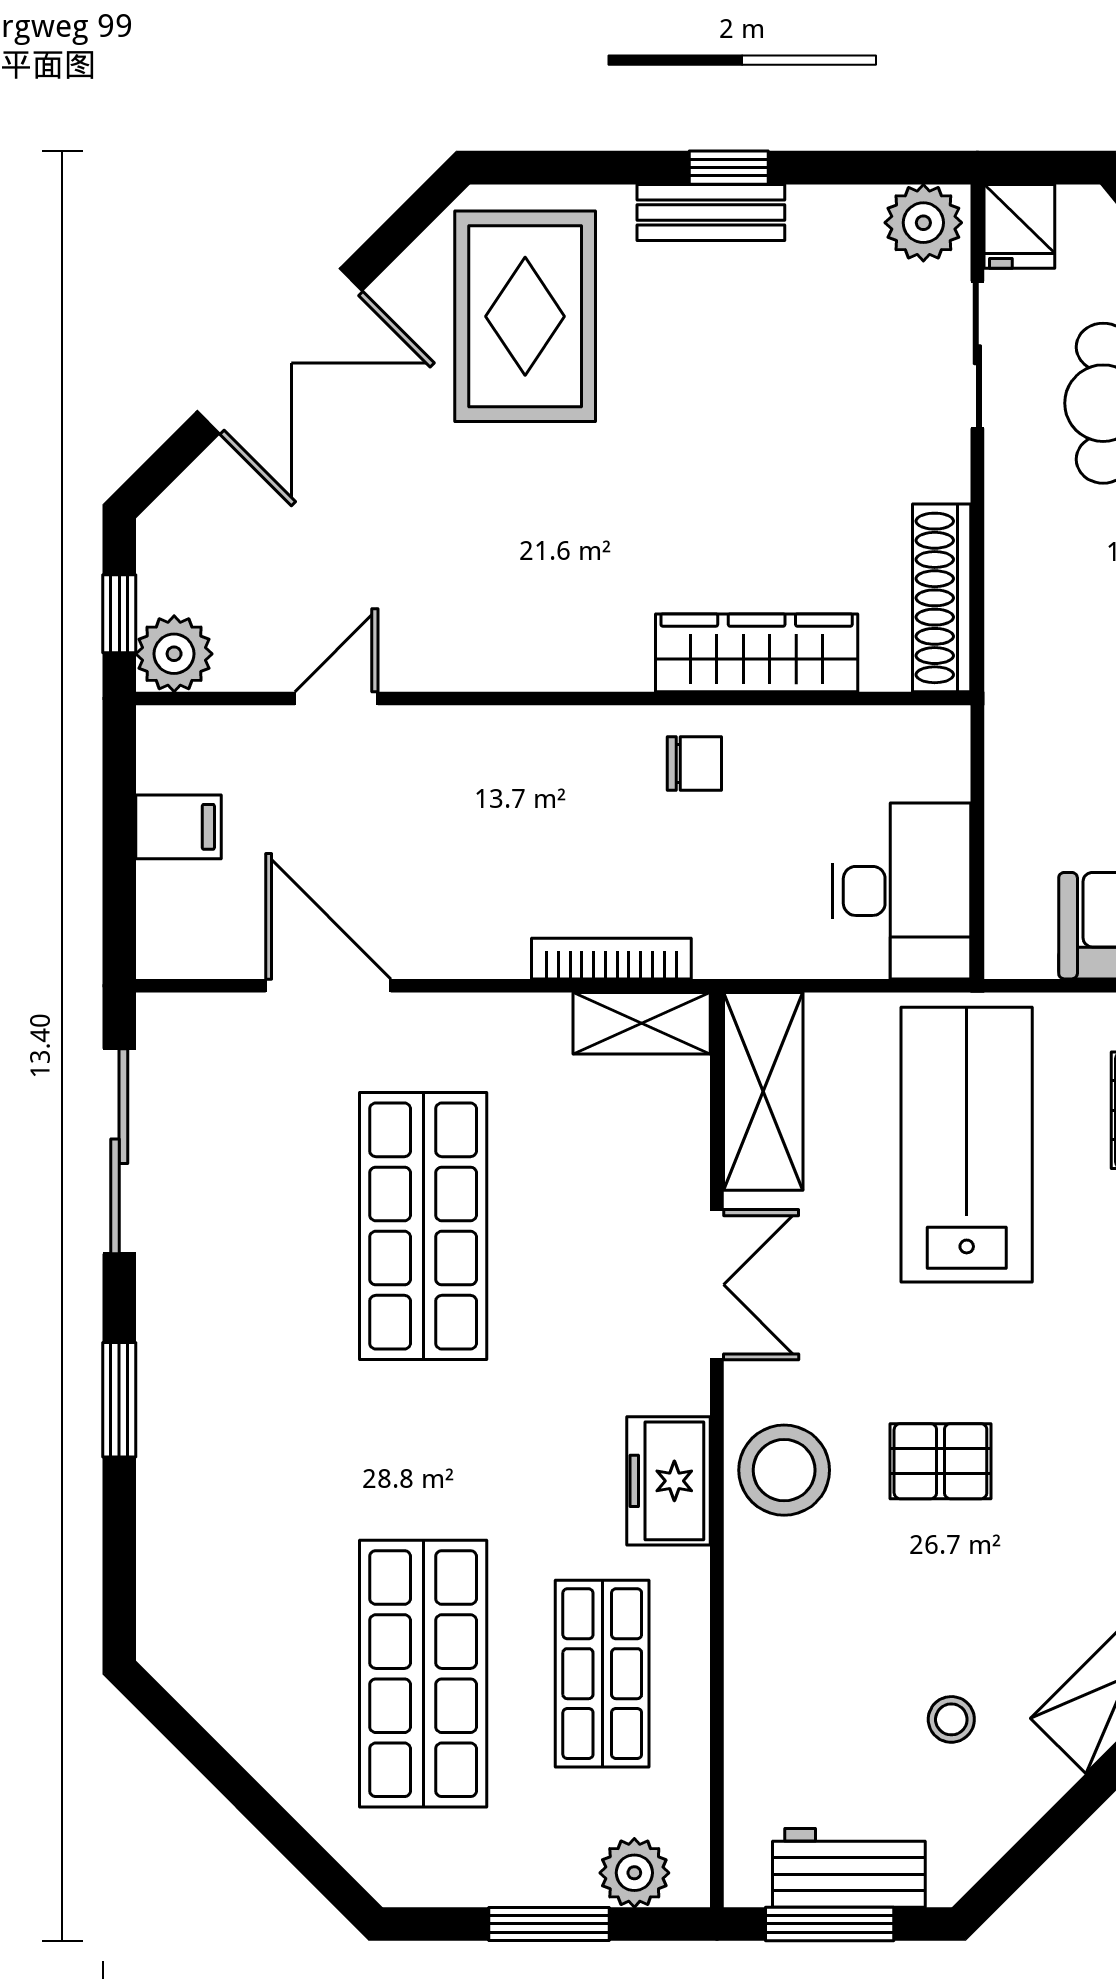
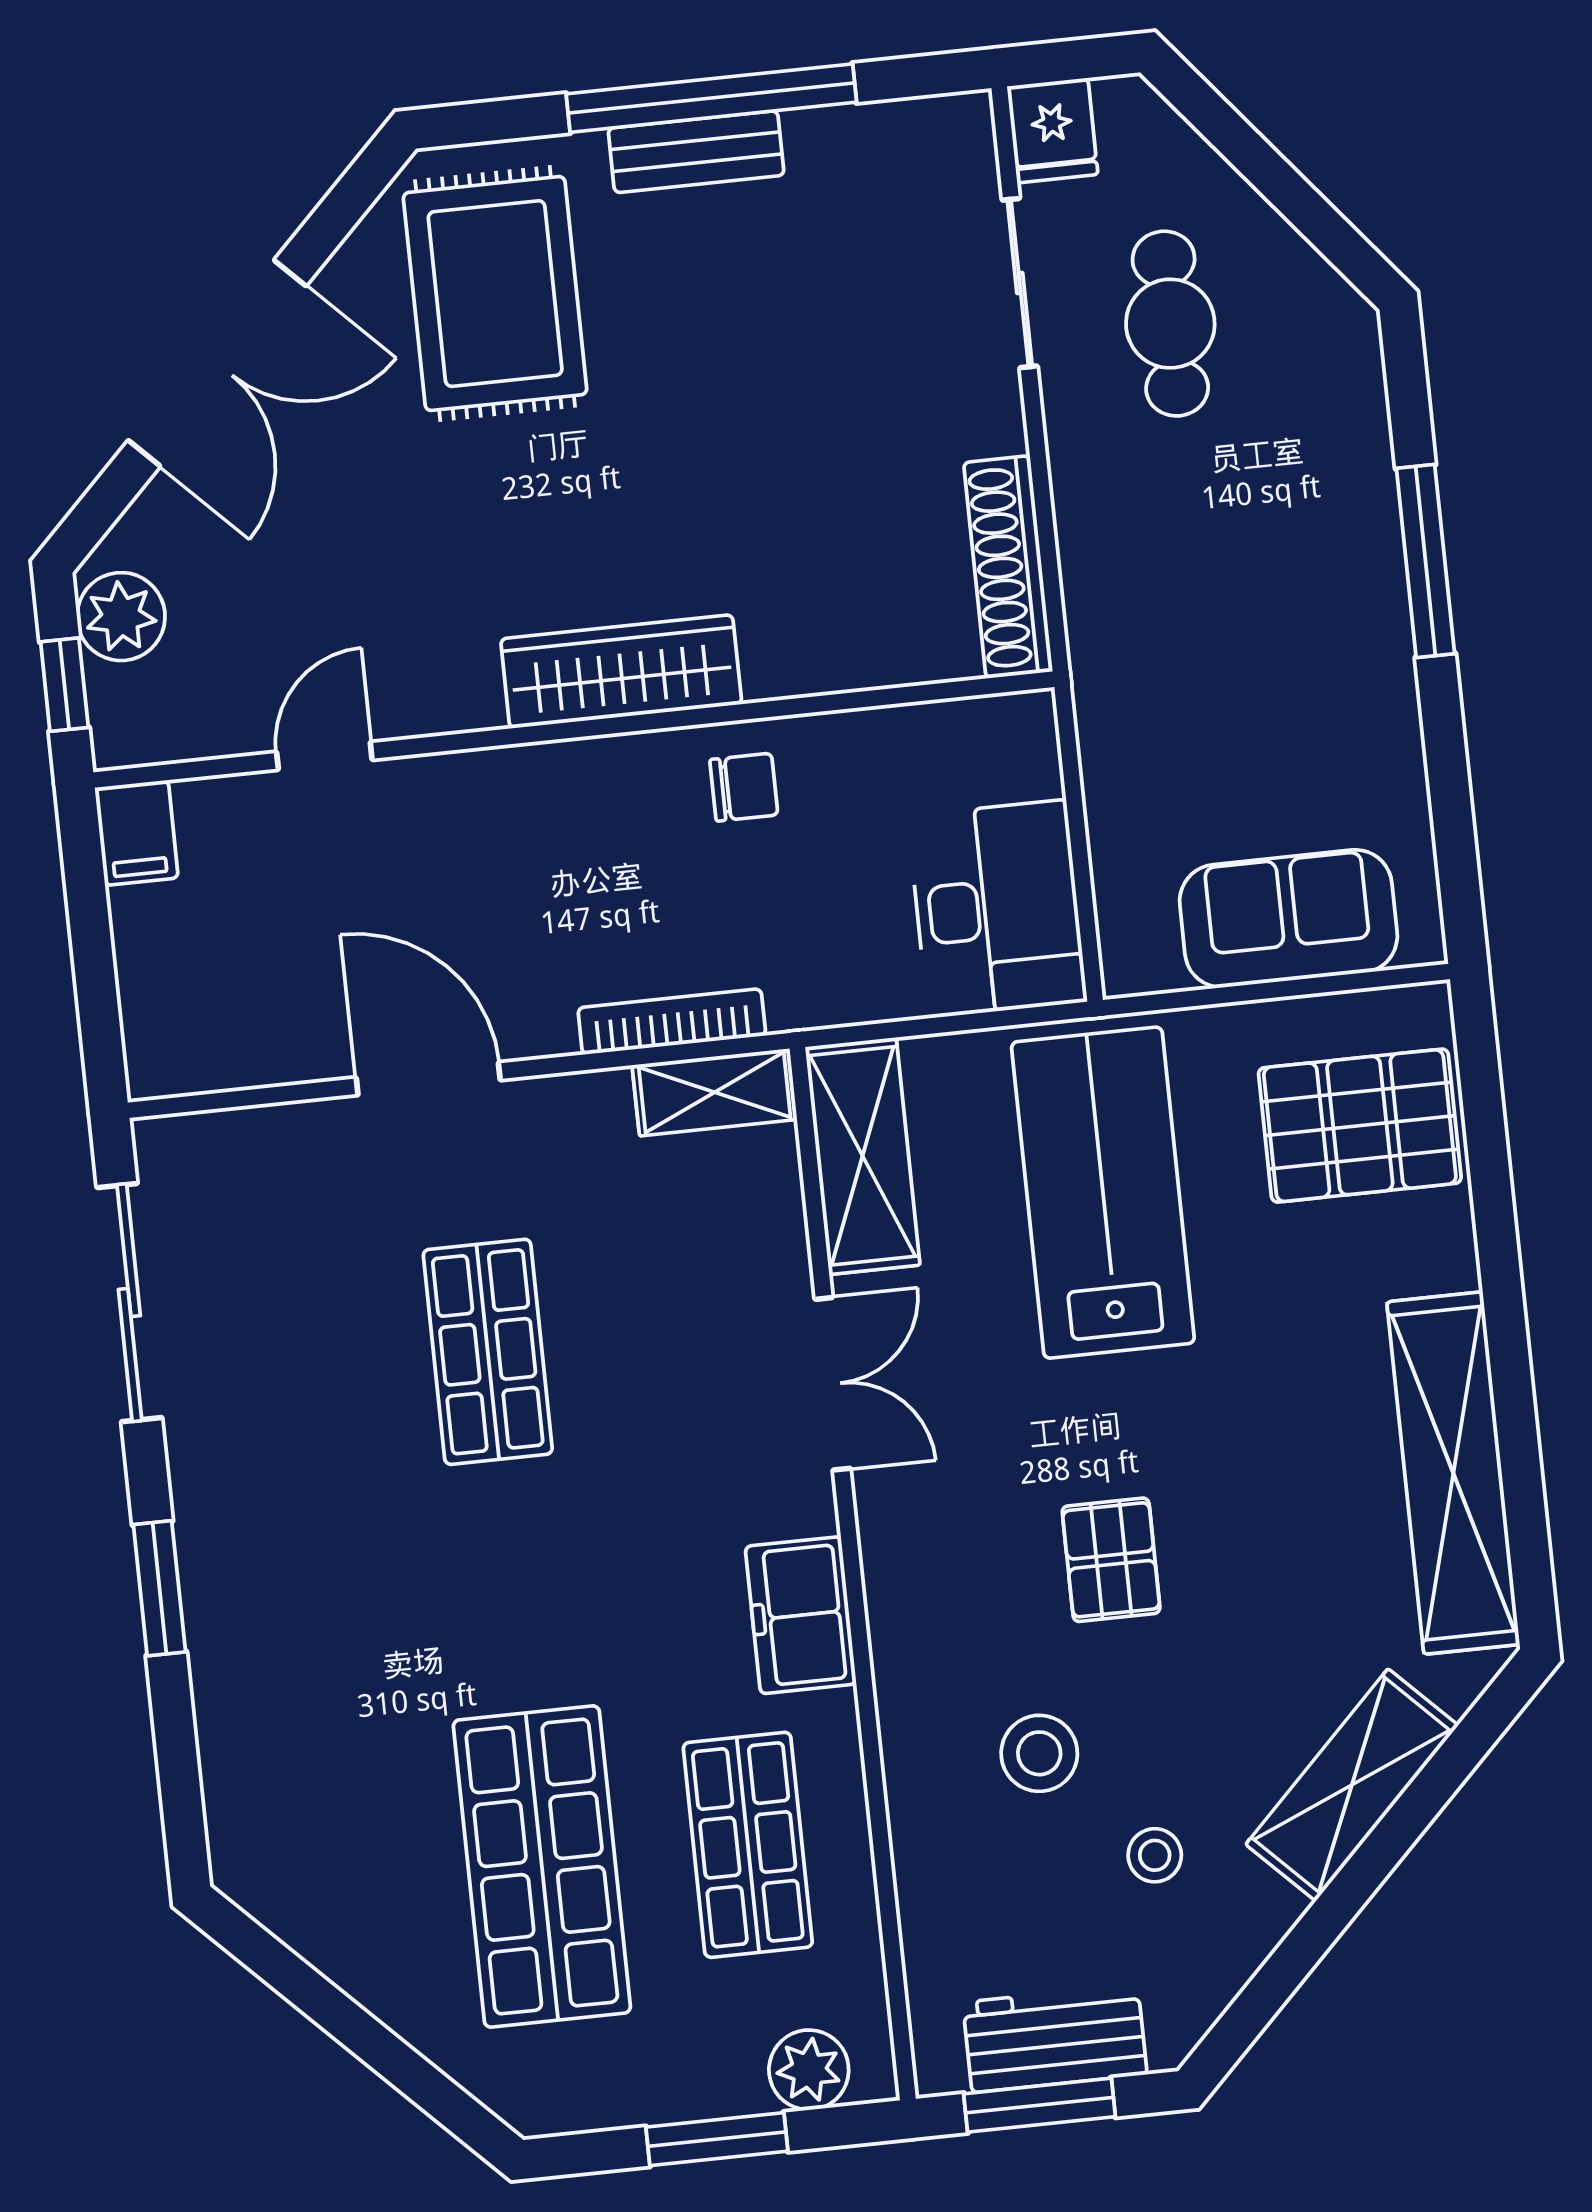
window: (729, 168) -> (711, 98), width x3.17
plant: (923, 223) -> (942, 138), removed
wardrobe: (757, 653) -> (621, 672), moved
plant: (174, 654) -> (121, 617), moved
filing cabinet: (179, 827) -> (137, 833), moved, turned 90
door: (328, 986) -> (428, 1079), moved
shop shelf: (423, 1226) -> (488, 1352), width x0.70, depth x0.74
pallet: (940, 1461) -> (1111, 1560), turned 90
stool: (784, 1470) -> (1039, 1753), moved, width x0.73, depth x0.73

